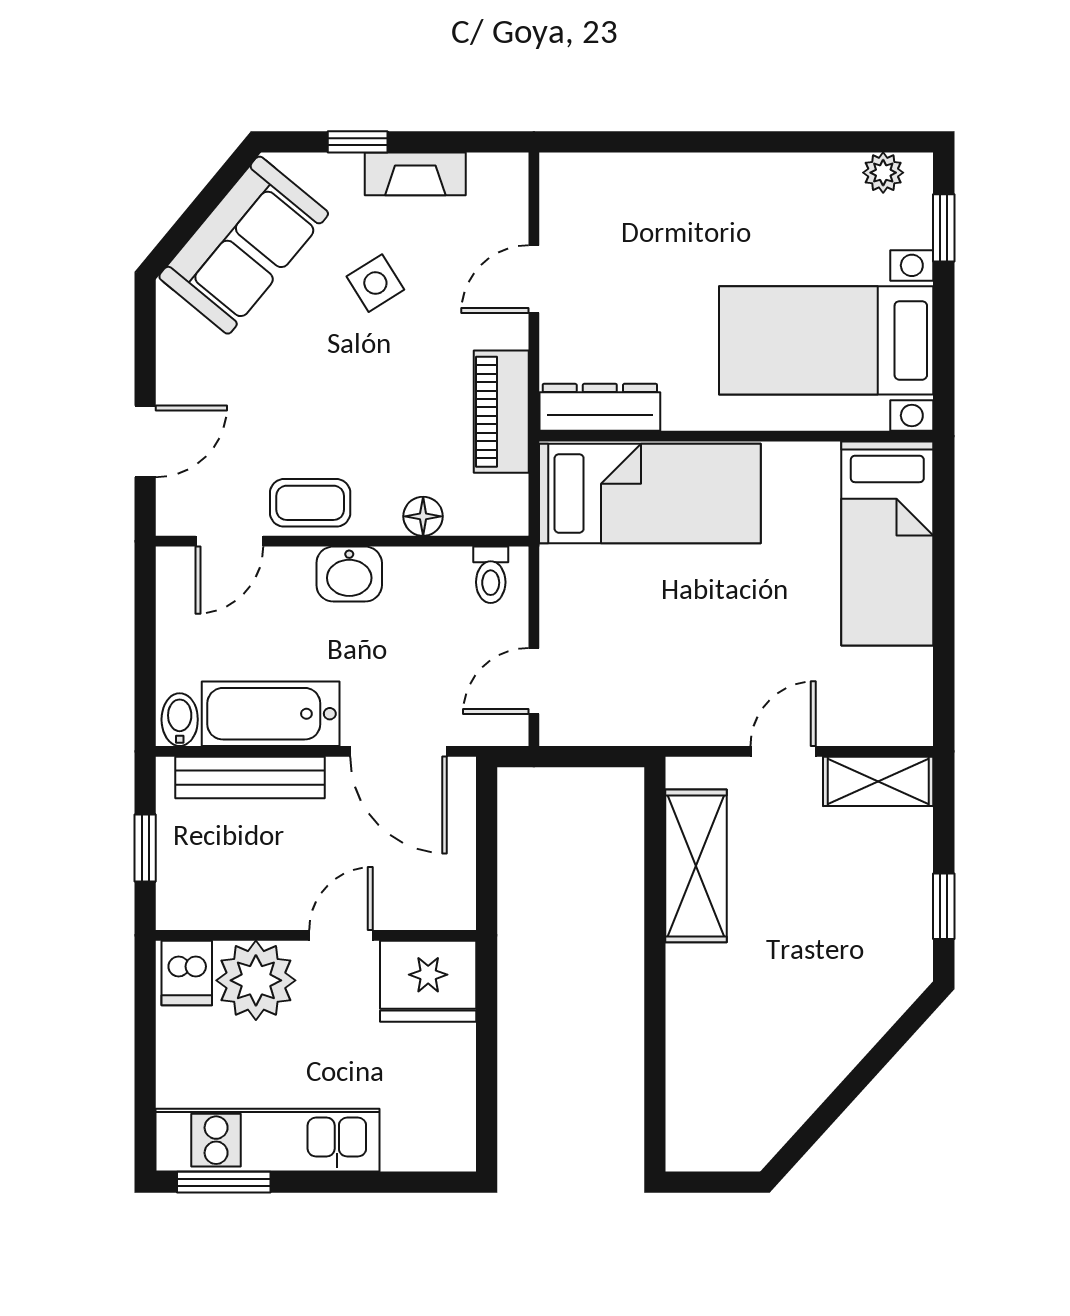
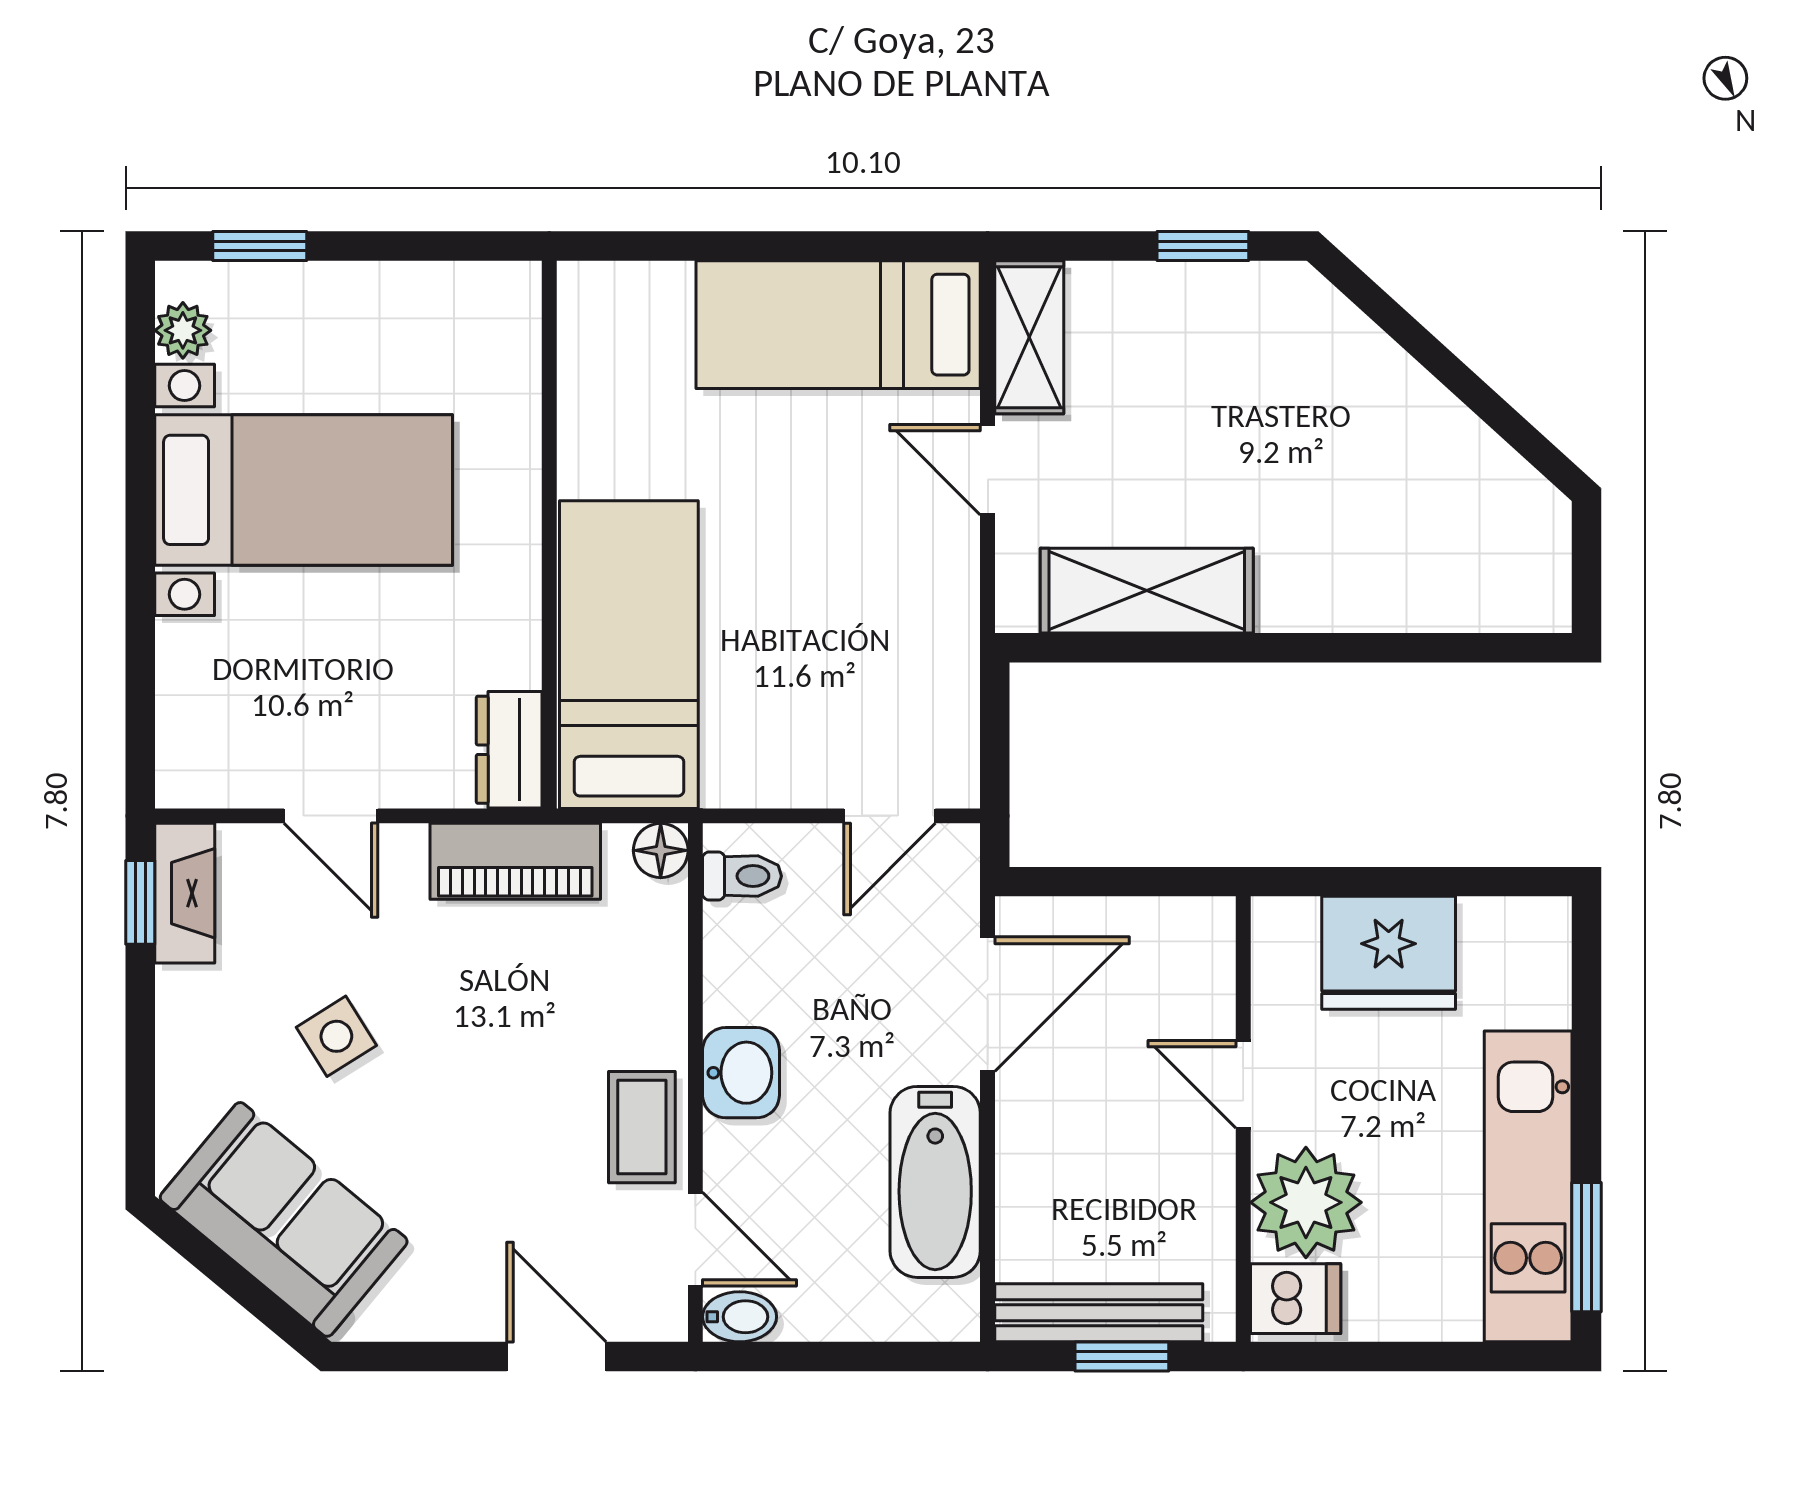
window: (358, 142) -> (140, 902), moved
fireplace: (415, 174) -> (185, 893), moved
bed with nightstands: (826, 340) -> (304, 490), moved, turned -90
dresser: (600, 407) -> (509, 750), width x0.70
floor lamp: (423, 516) -> (661, 850), moved
bed: (887, 544) -> (838, 325), moved, turned 180
door: (534, 681) -> (890, 816), hinge flipped
bidet: (180, 720) -> (740, 1317), moved, turned 180
bench: (250, 778) -> (1099, 1313), moved, turned 90
fridge: (428, 981) -> (1389, 953), moved, turned 90

